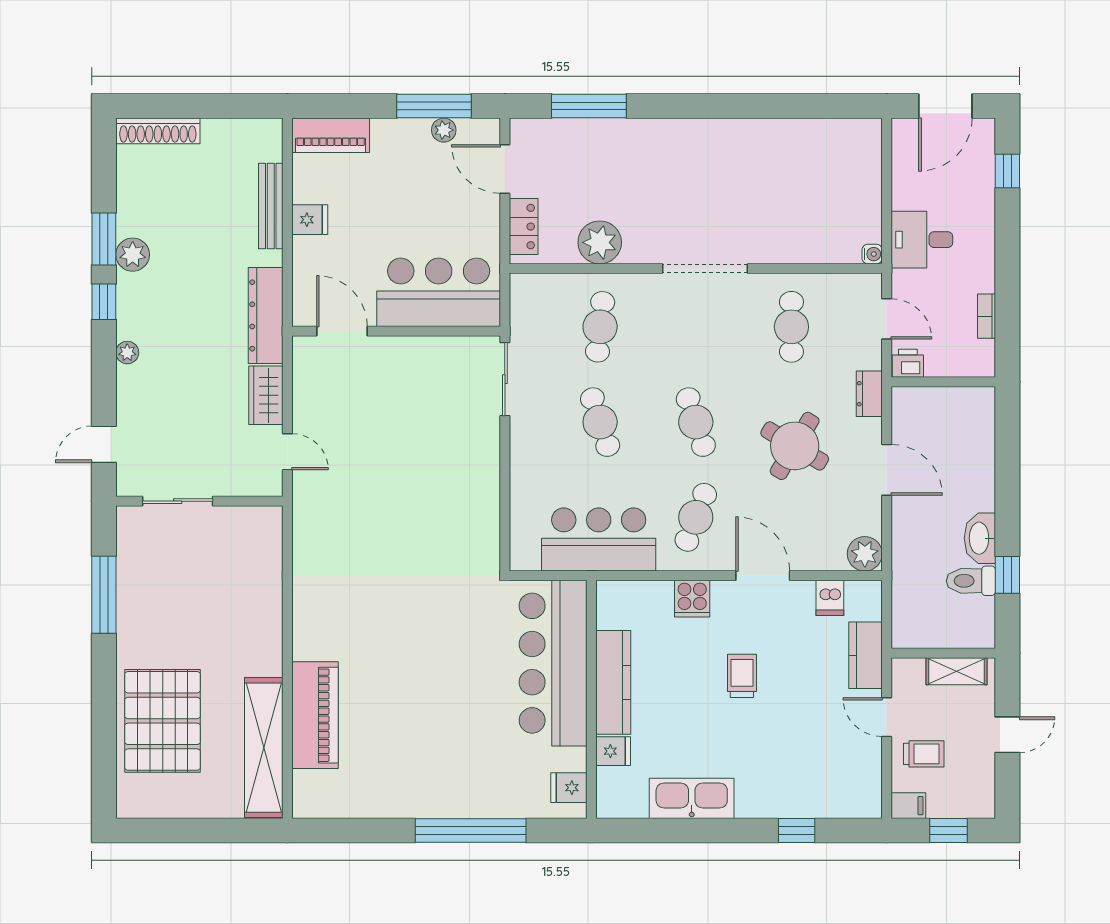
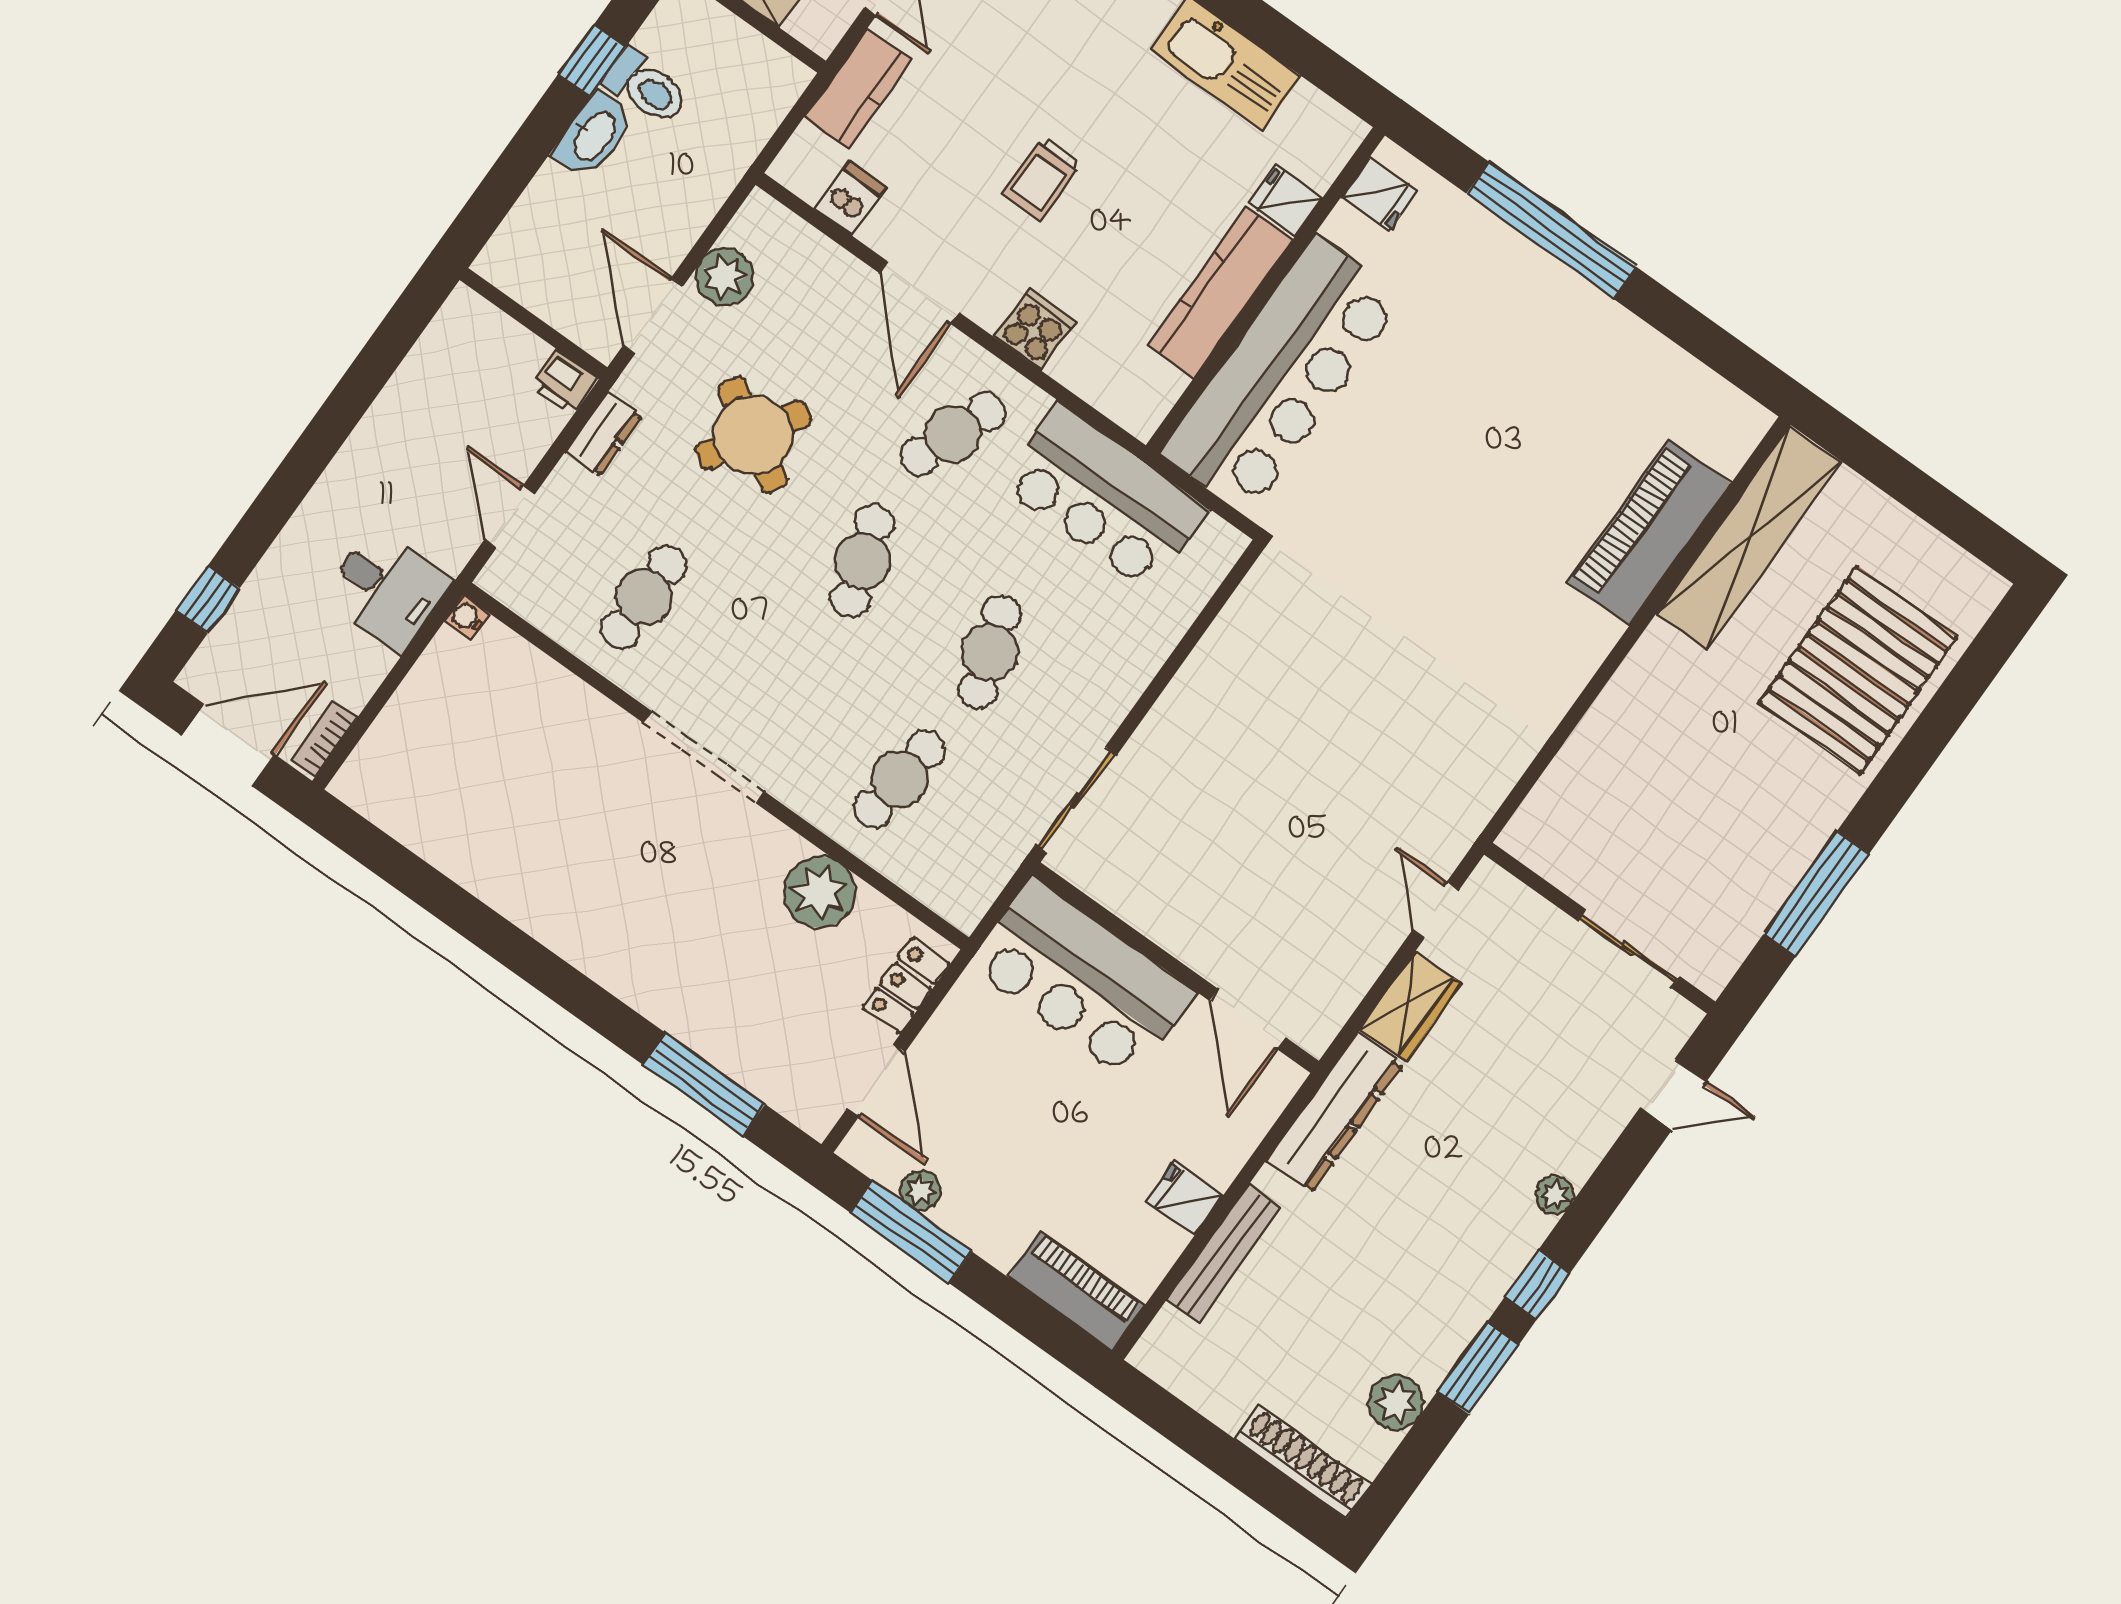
plant: (133, 255) -> (1396, 1403), moved
bookcase: (987, 316) -> (325, 738), moved, turned 180
printer: (908, 363) -> (563, 382), moved
wall: (943, 382) -> (534, 324), moved
plant: (865, 554) -> (725, 277), moved

